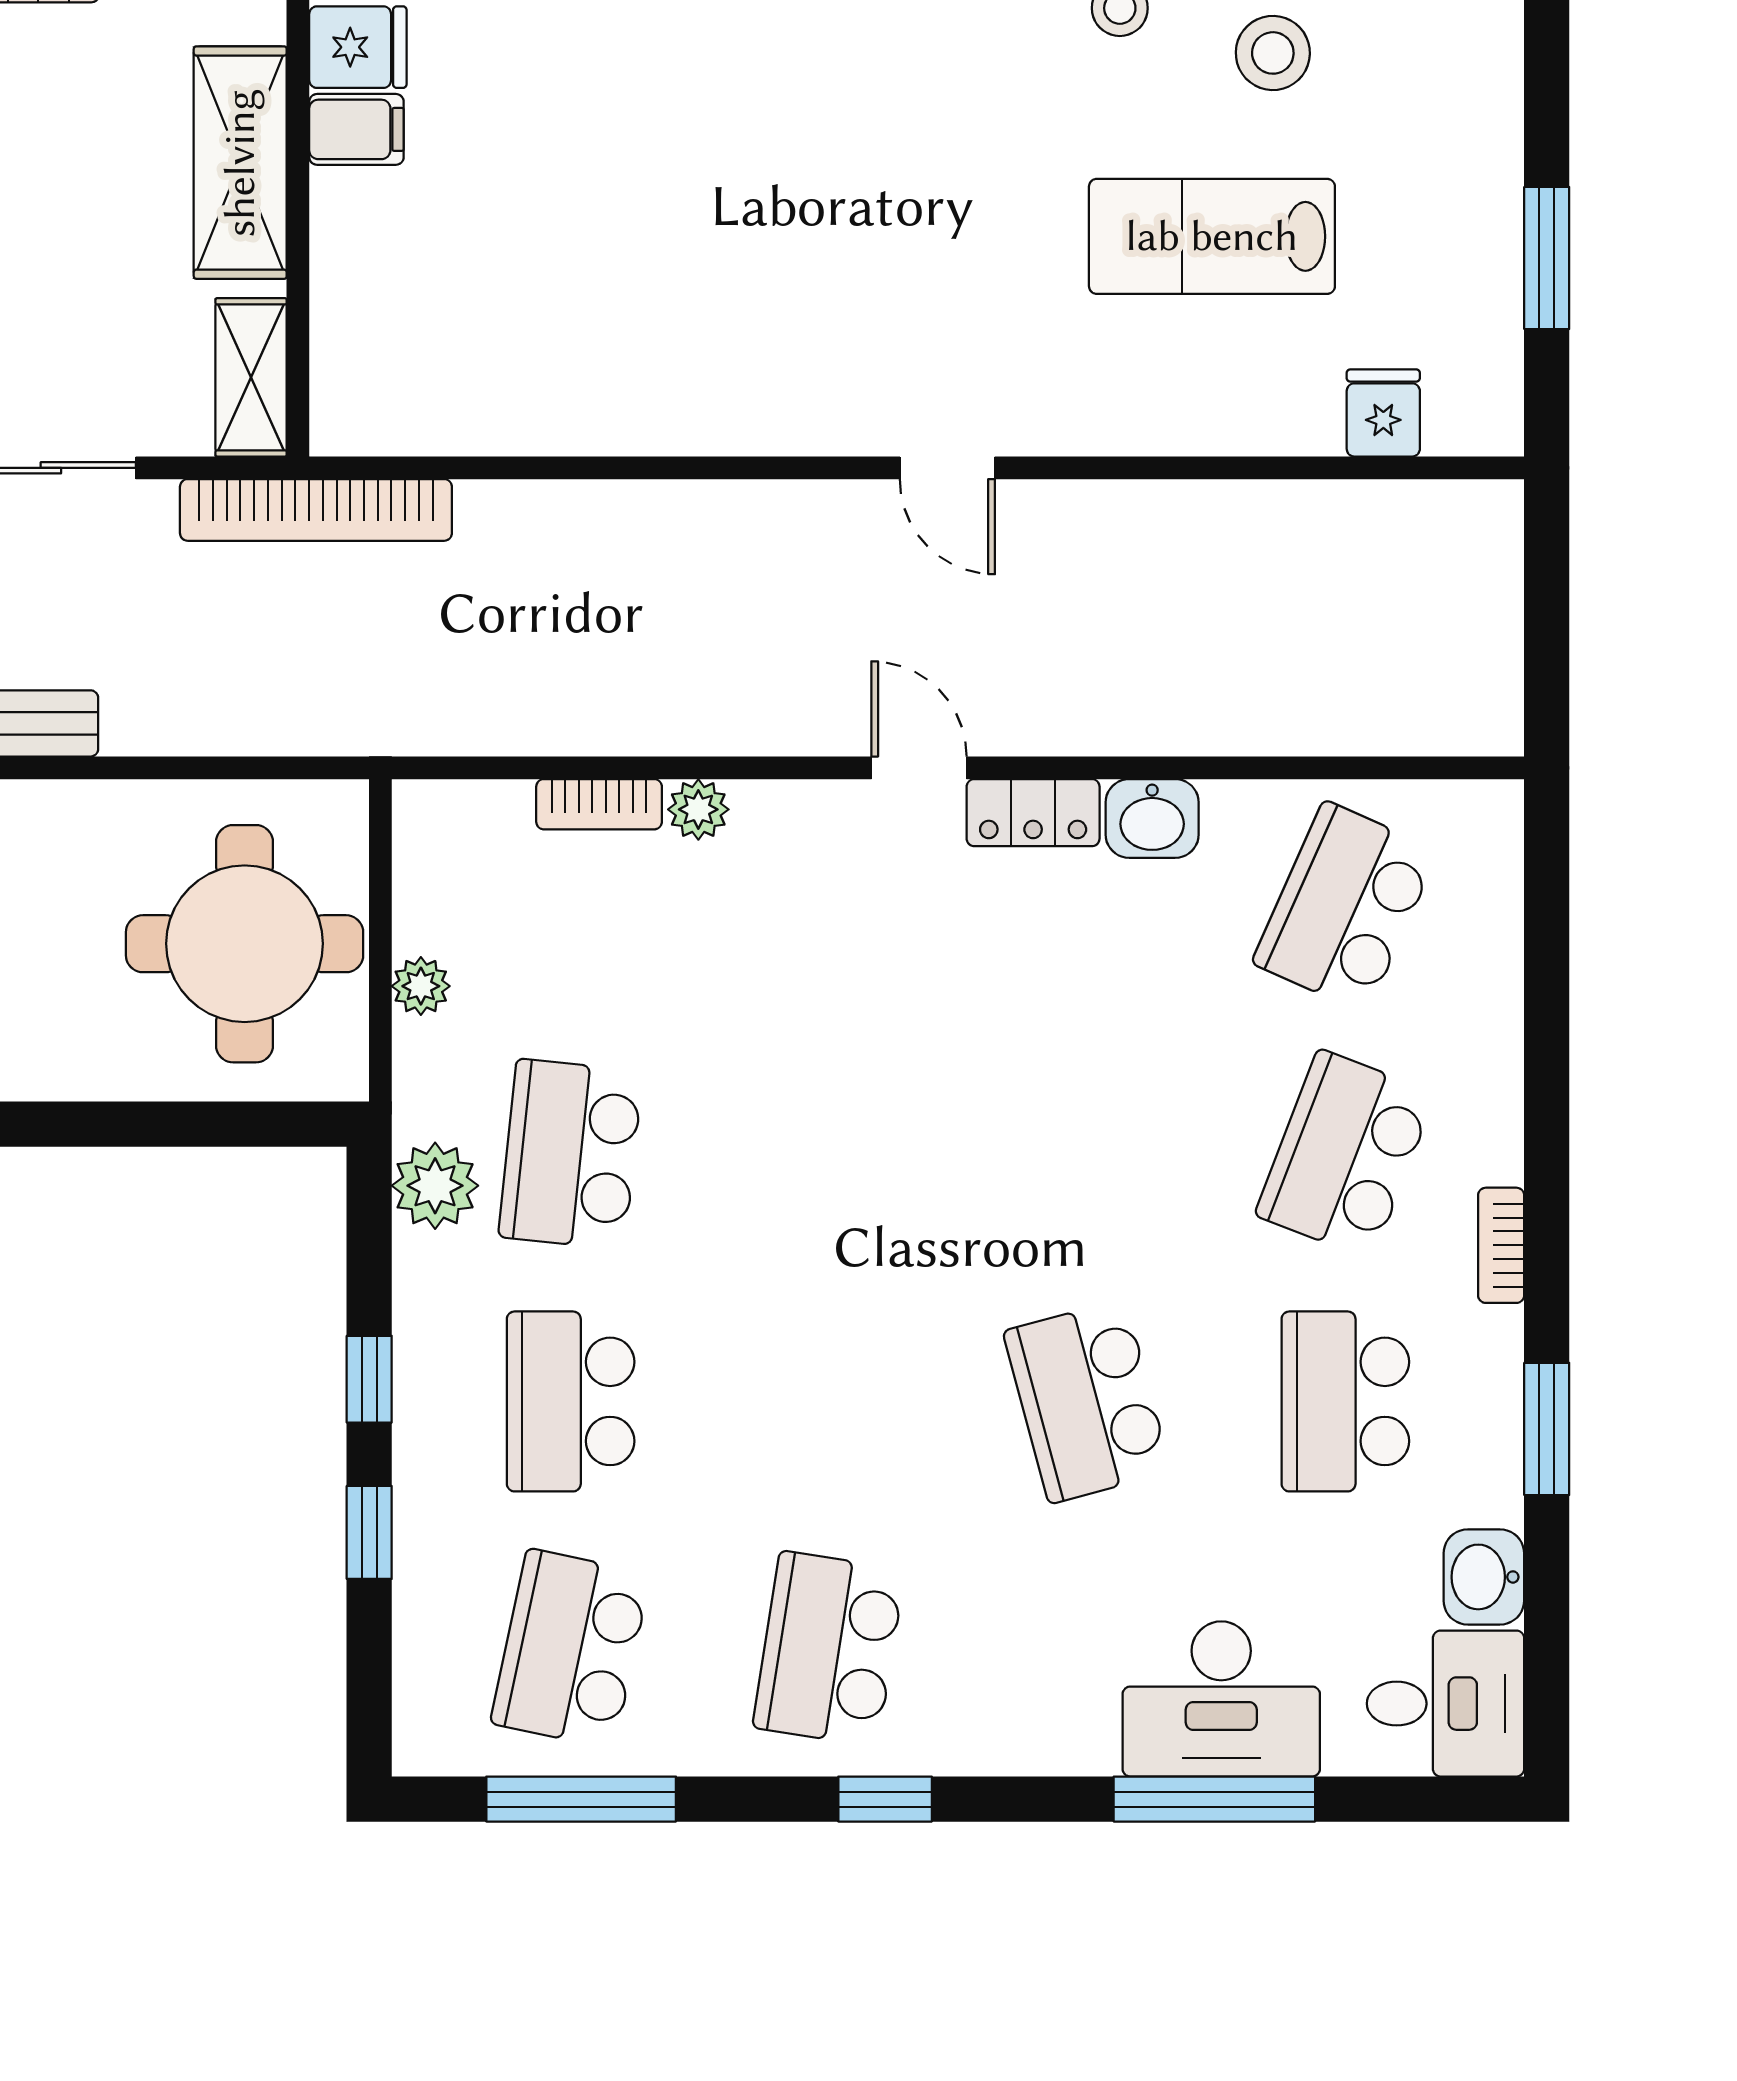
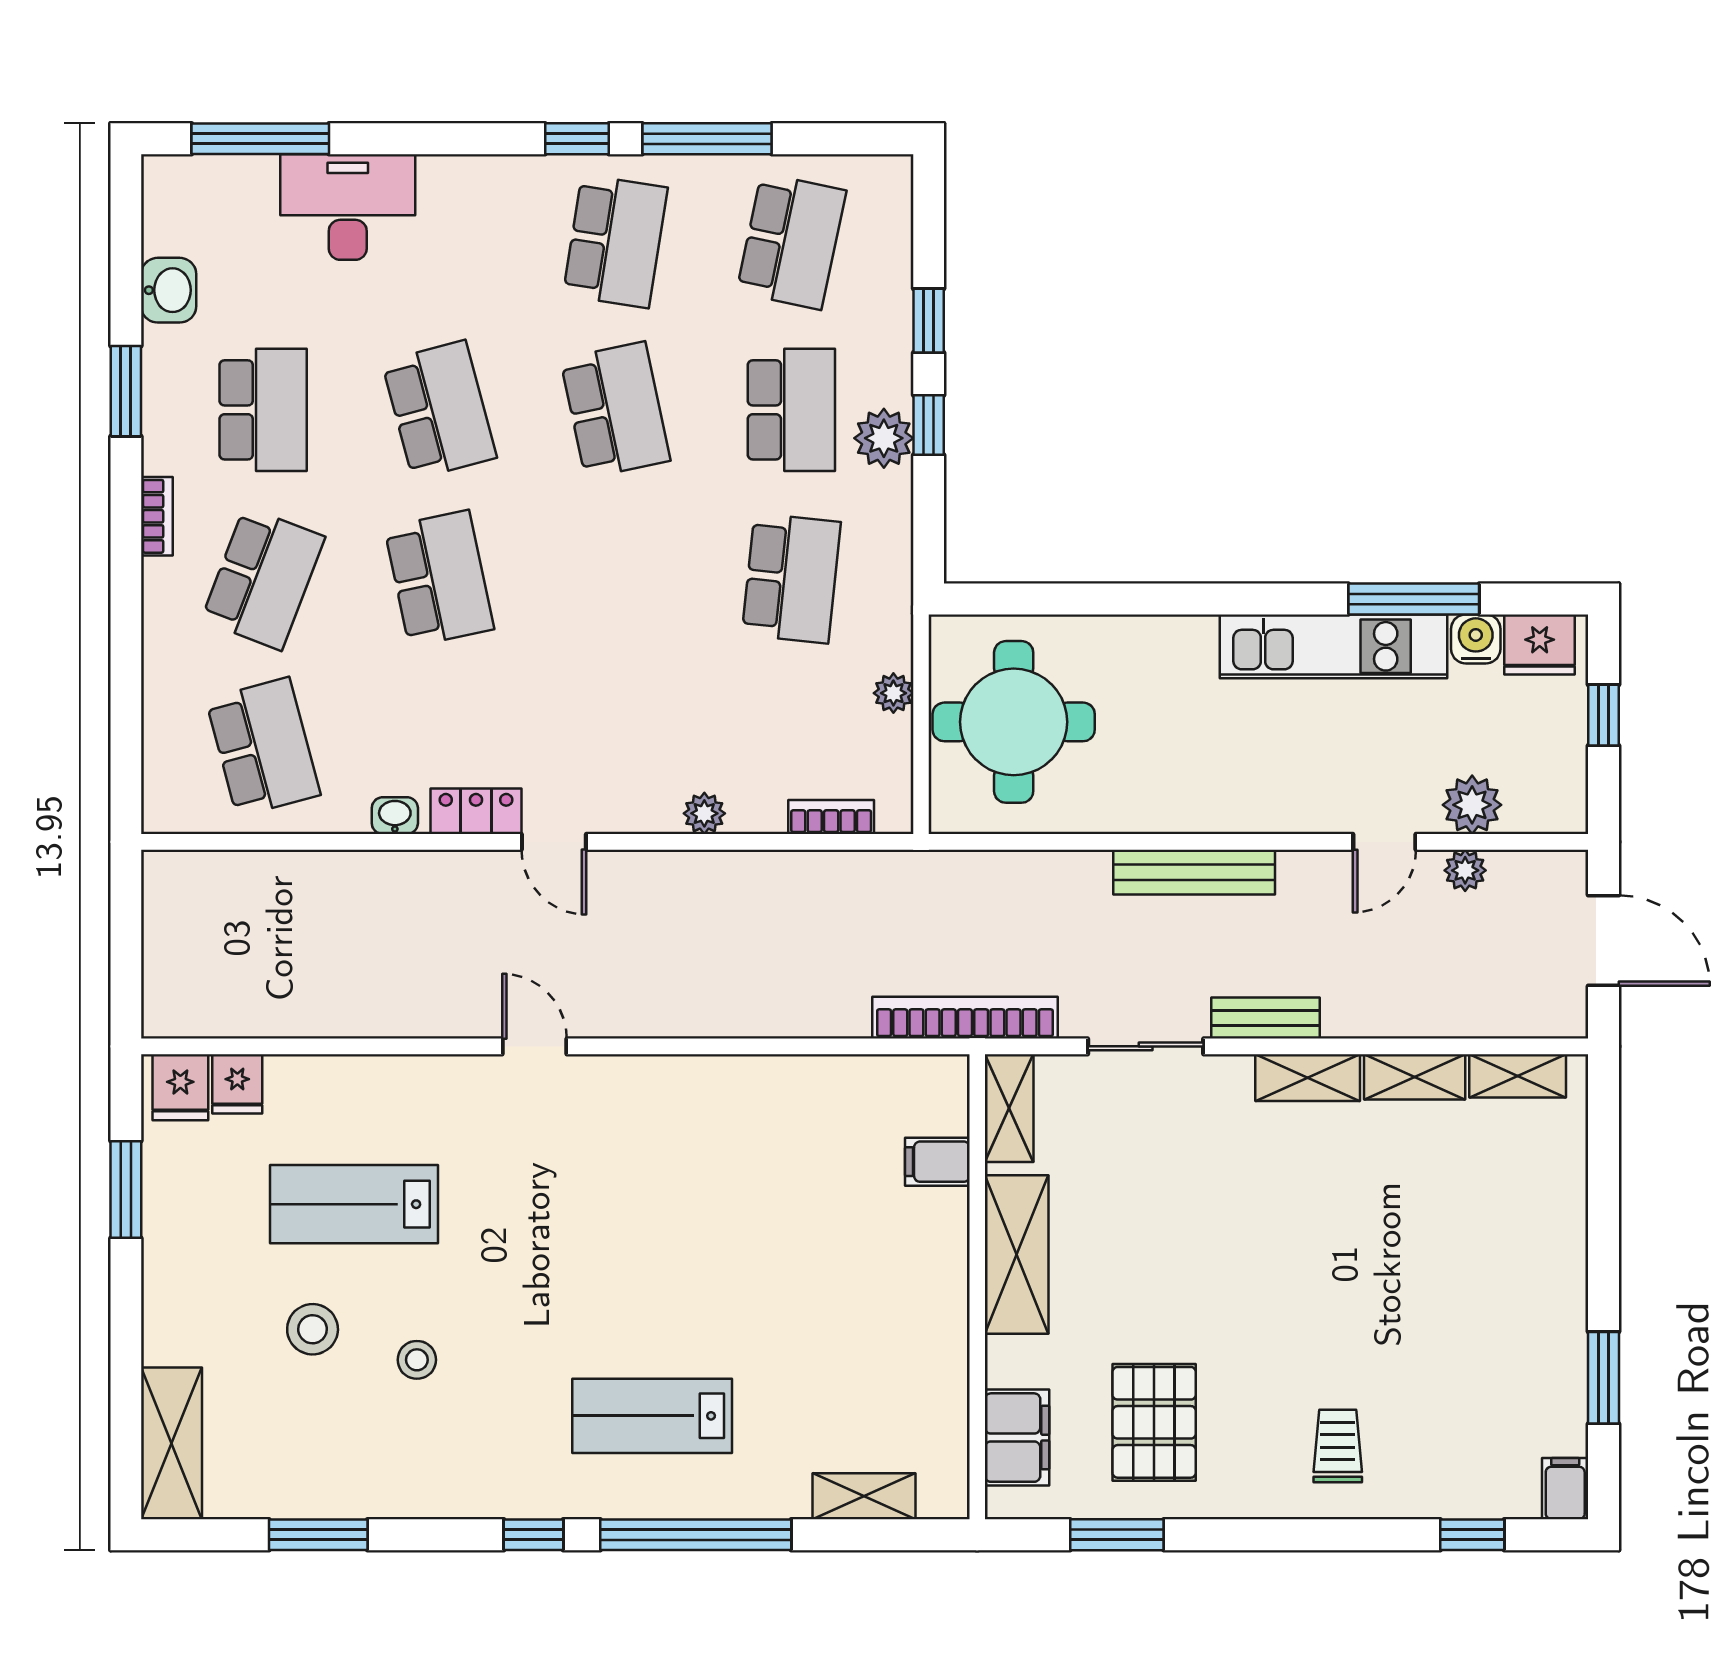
fridge: (358, 47) -> (180, 1087), moved, turned -90
filing cabinet: (356, 129) -> (937, 1162), moved
lab bench: (1212, 236) -> (354, 1204), turned 180
bookcase: (599, 804) -> (831, 817), moved
washbasin: (1152, 818) -> (395, 816), width x0.72, depth x0.69
school desk: (1345, 907) -> (263, 747), turned -39
school desk: (1087, 1154) -> (439, 578), added
plant: (435, 1186) -> (884, 438), moved
school desk: (829, 1401) -> (615, 410), added
desk: (1445, 1704) -> (195, 204), removed
window: (581, 1799) -> (707, 139), moved
window: (1214, 1799) -> (260, 139), moved

